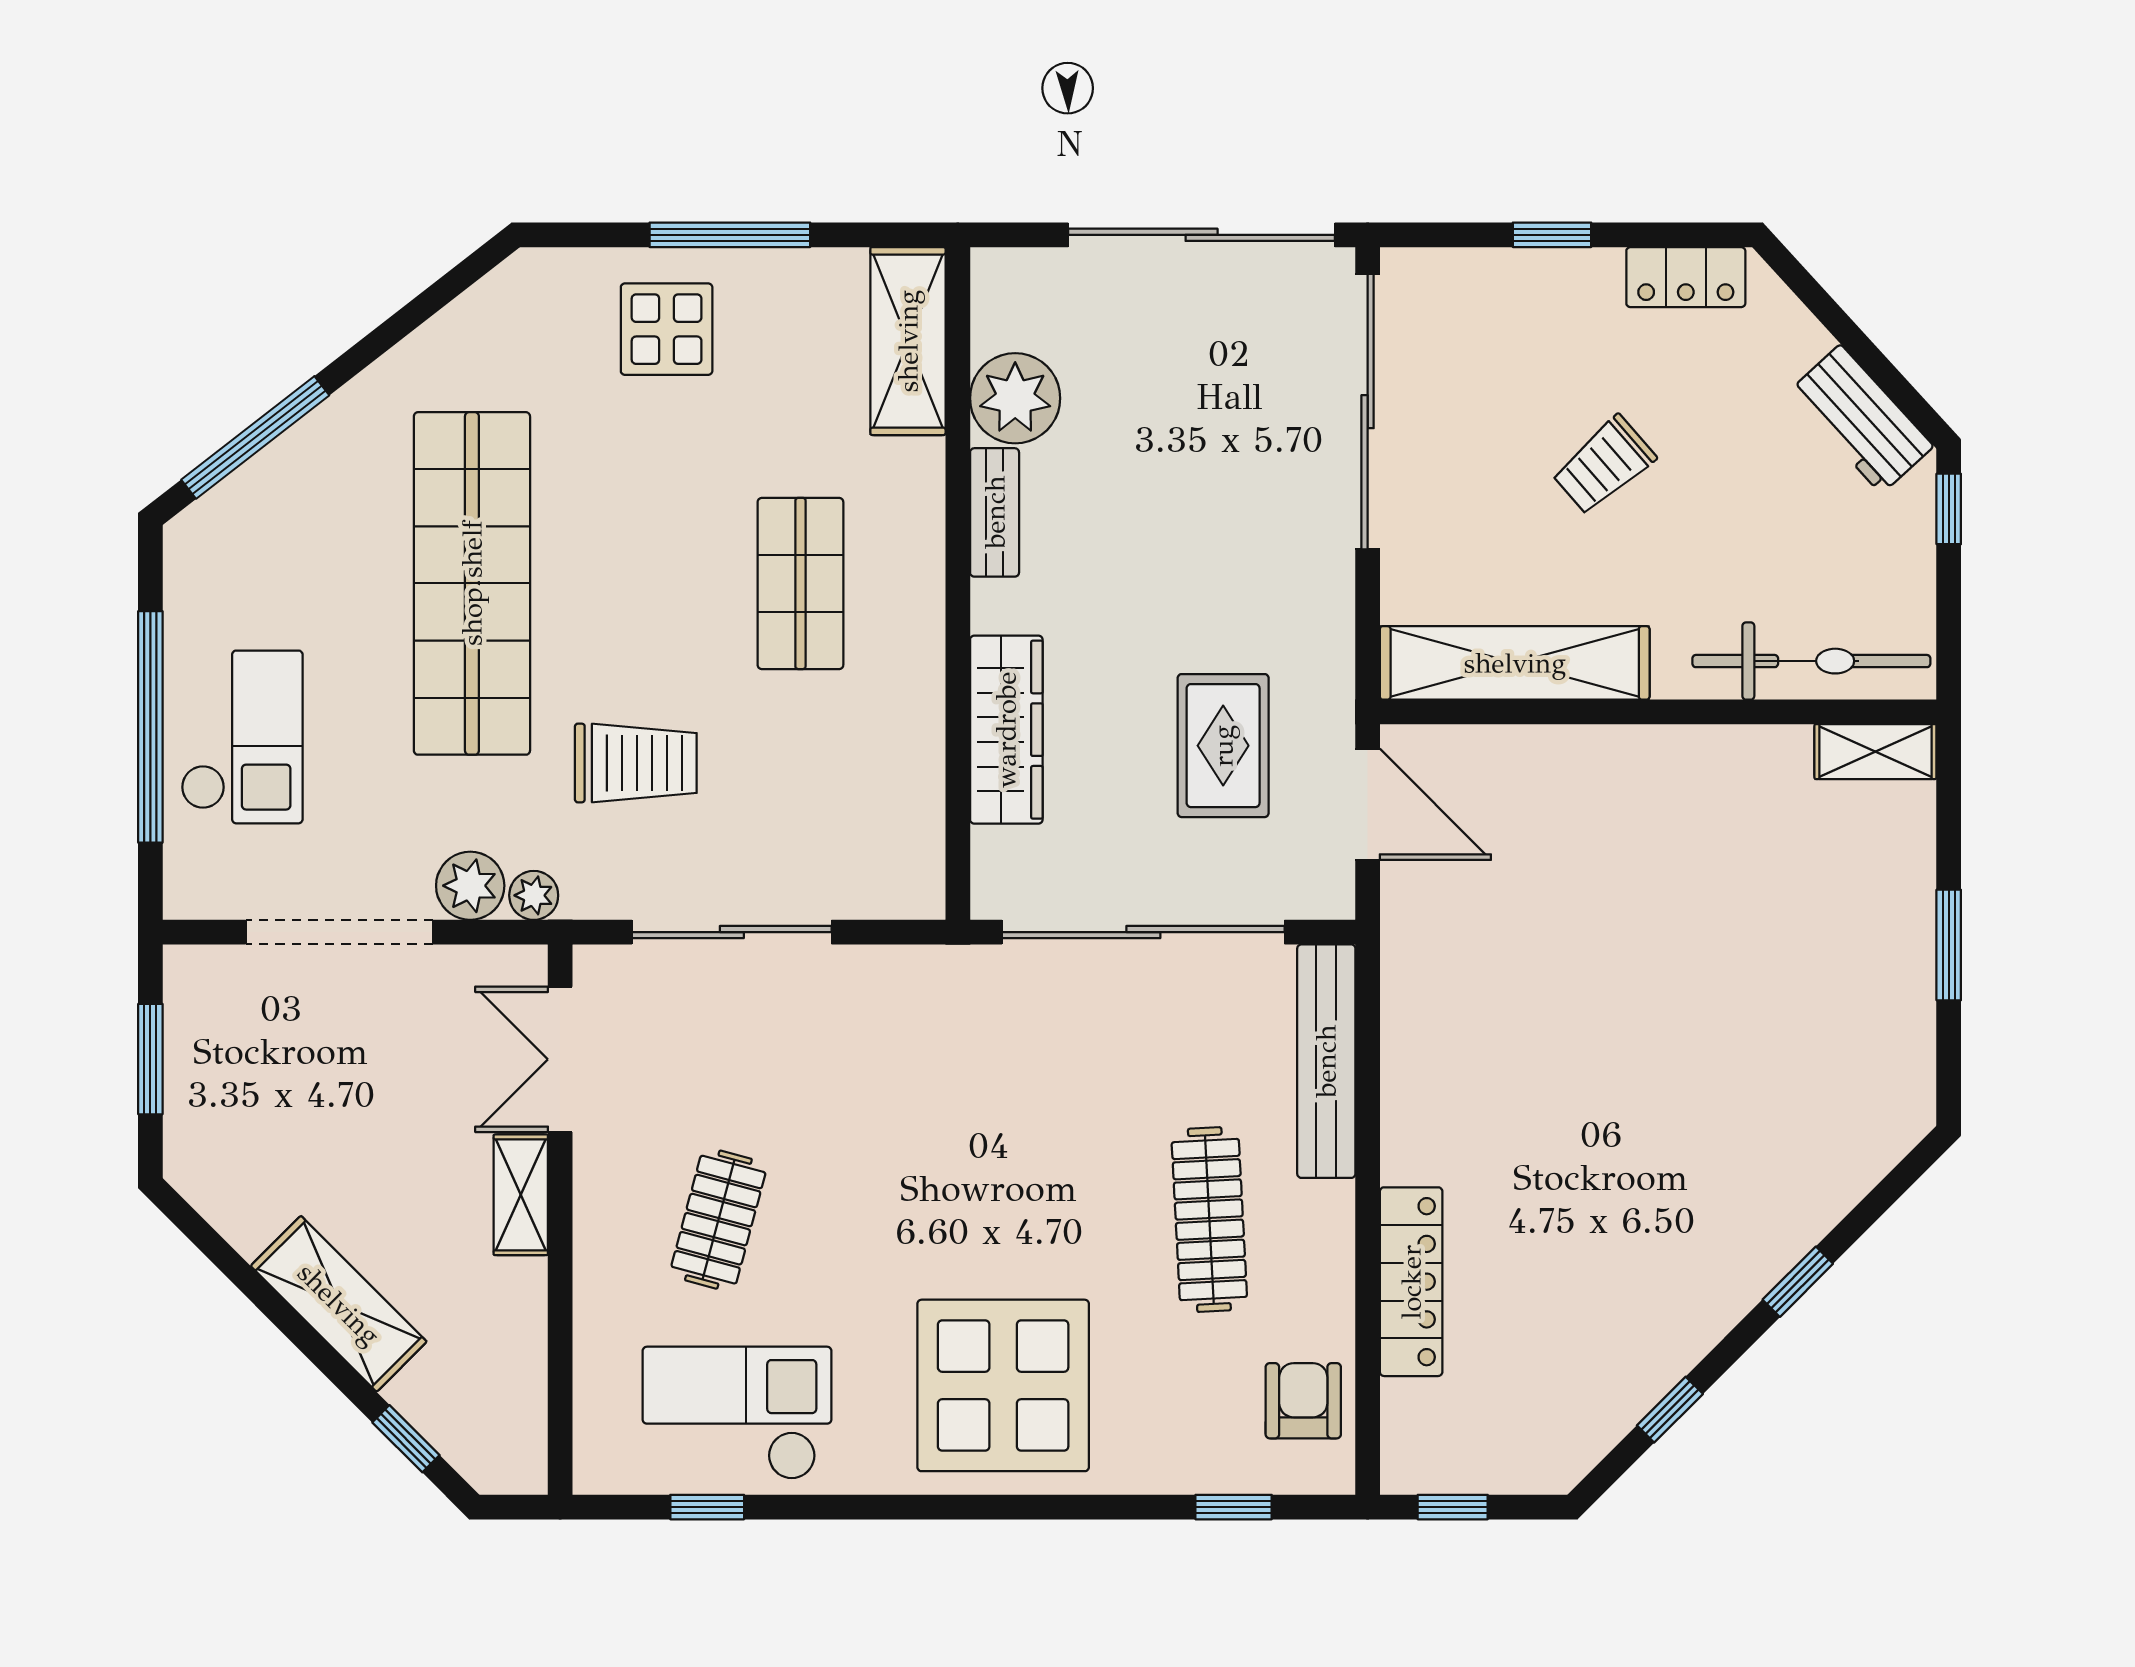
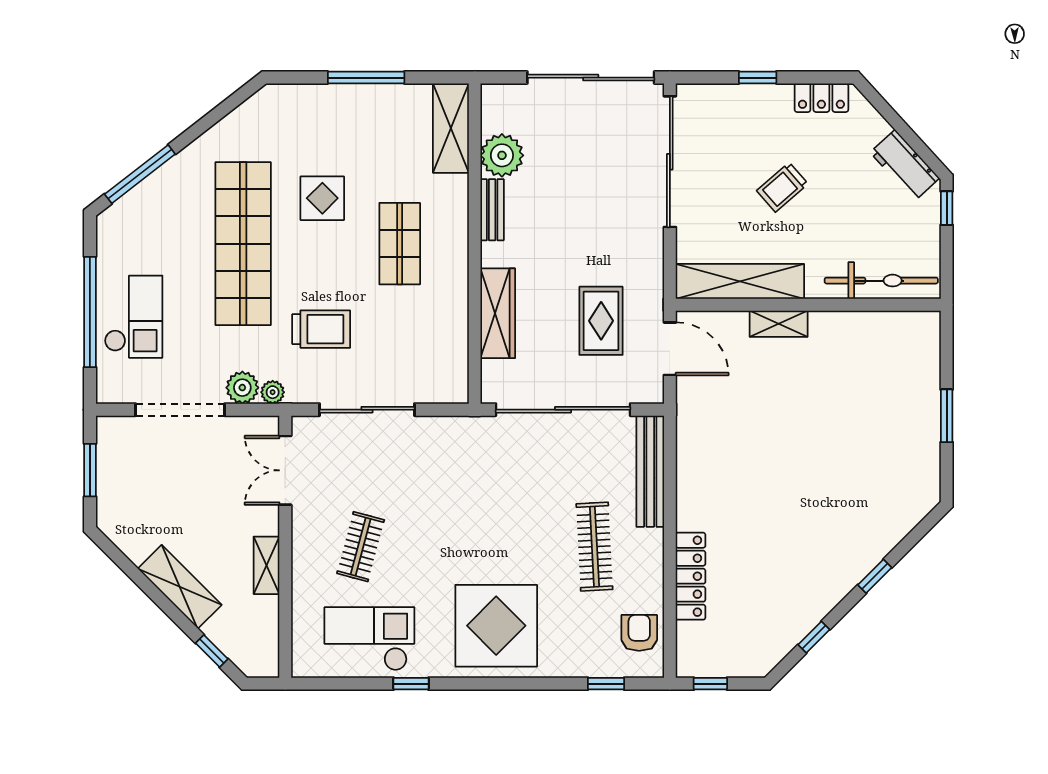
display table: (667, 329) -> (322, 198), moved
shelving: (1875, 752) -> (779, 324), moved
shelving: (521, 1195) -> (266, 565), moved
window: (707, 1507) -> (411, 684), moved

